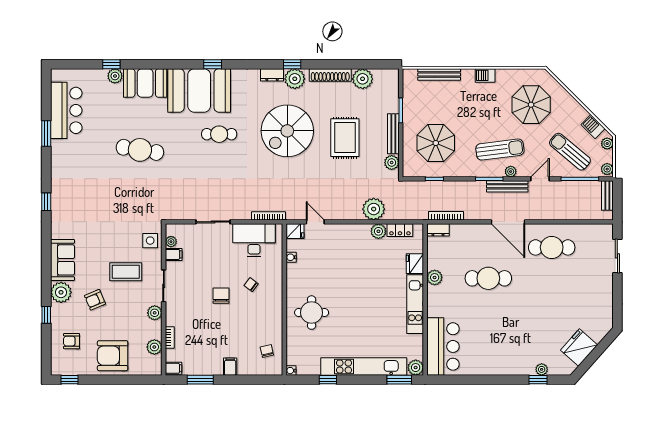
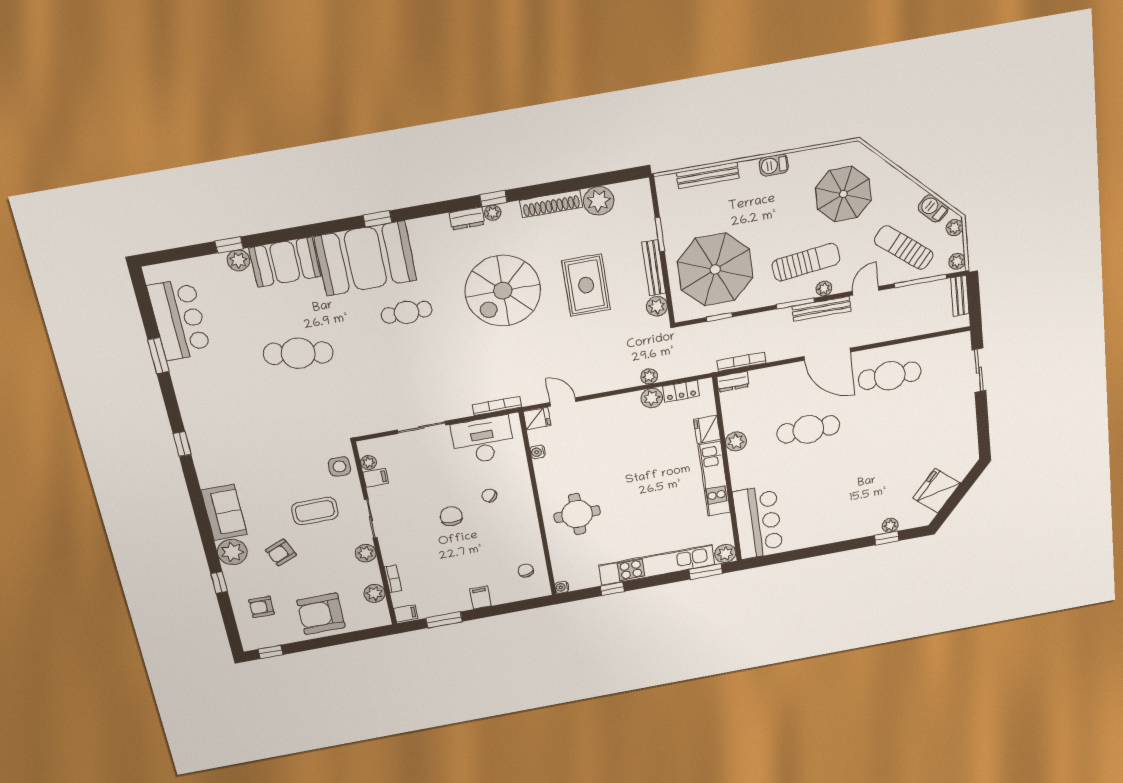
plant: (295, 79) -> (493, 213), width x0.53, depth x0.53
parasol: (436, 143) -> (715, 270), width x1.36, depth x1.36
plant: (374, 209) -> (649, 376), width x0.53, depth x0.53

